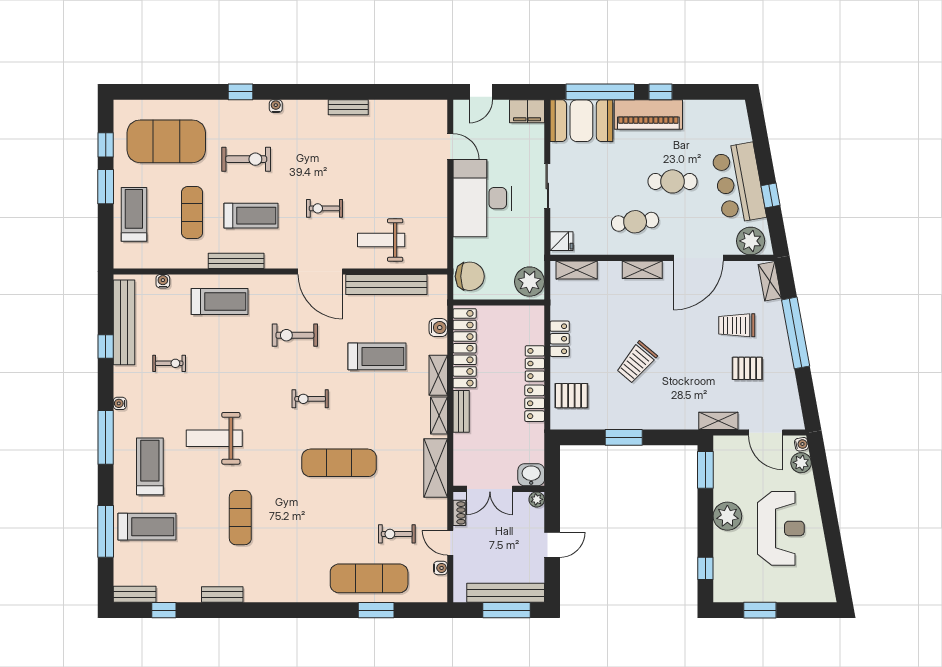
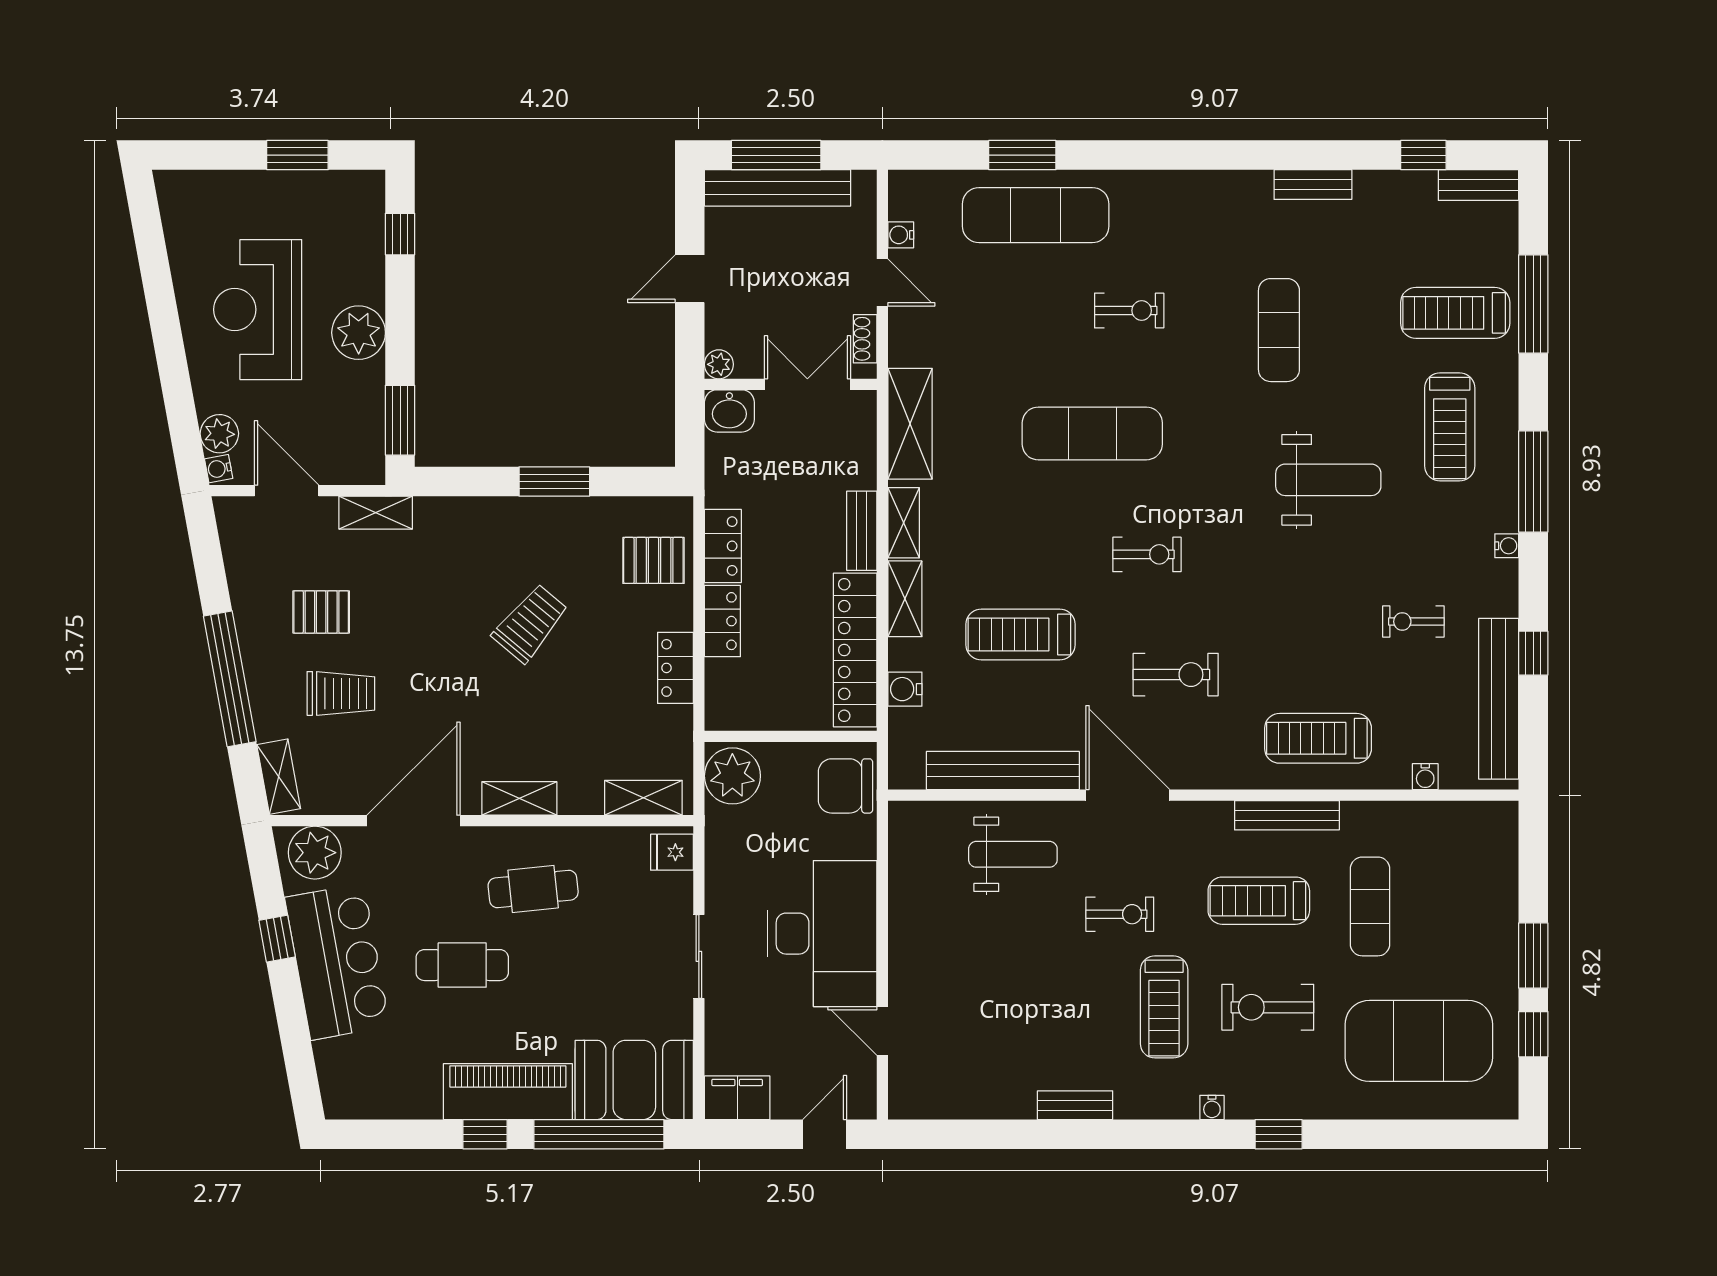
treadmill: (134, 214) -> (1164, 1007), moved
exercise bike: (397, 534) -> (1129, 311), moved

